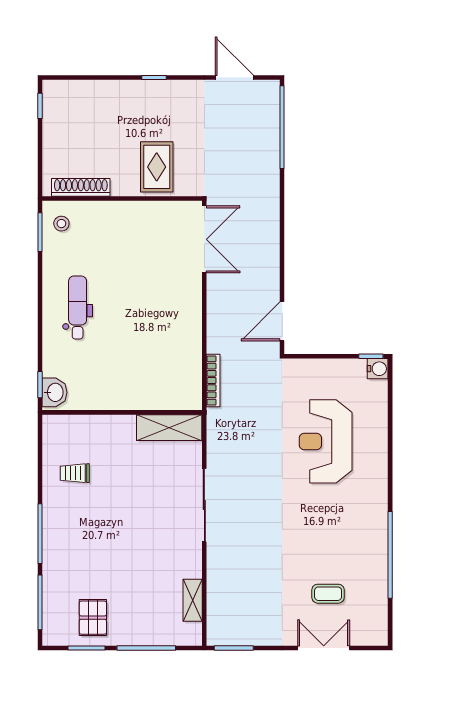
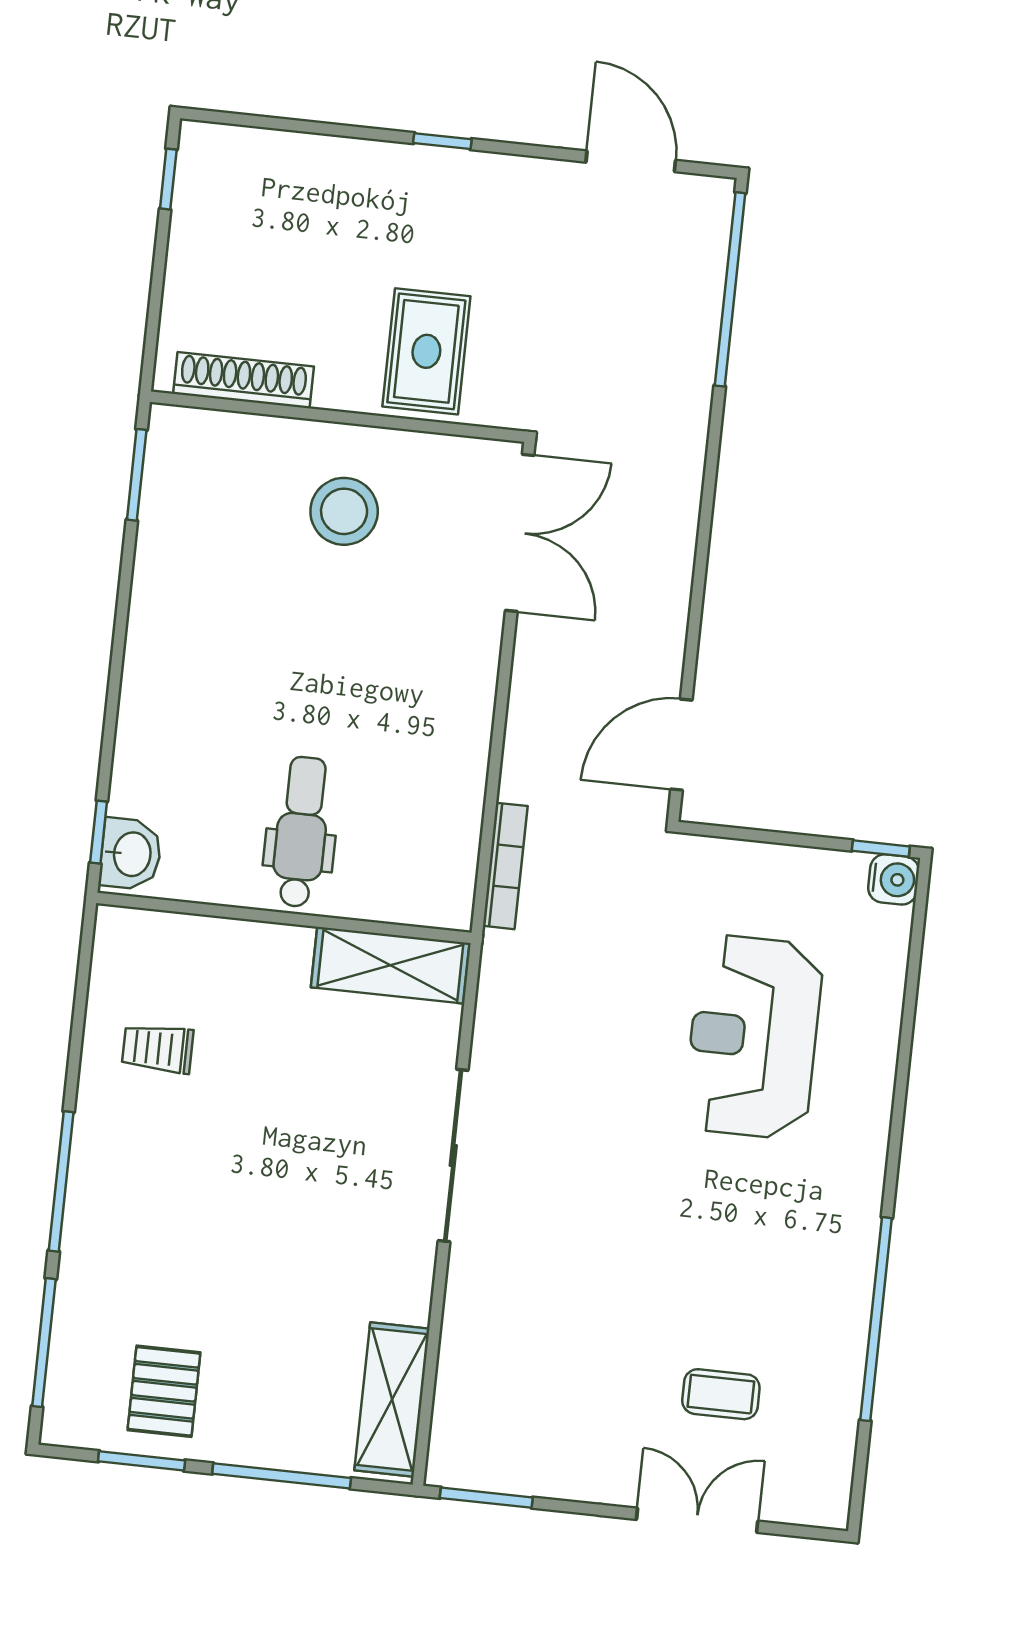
stool: (61, 224) -> (344, 511), moved, width x1.89, depth x1.89
dental chair: (78, 307) -> (301, 832), moved
shelving: (193, 600) -> (392, 1400), width x1.50, depth x1.33

